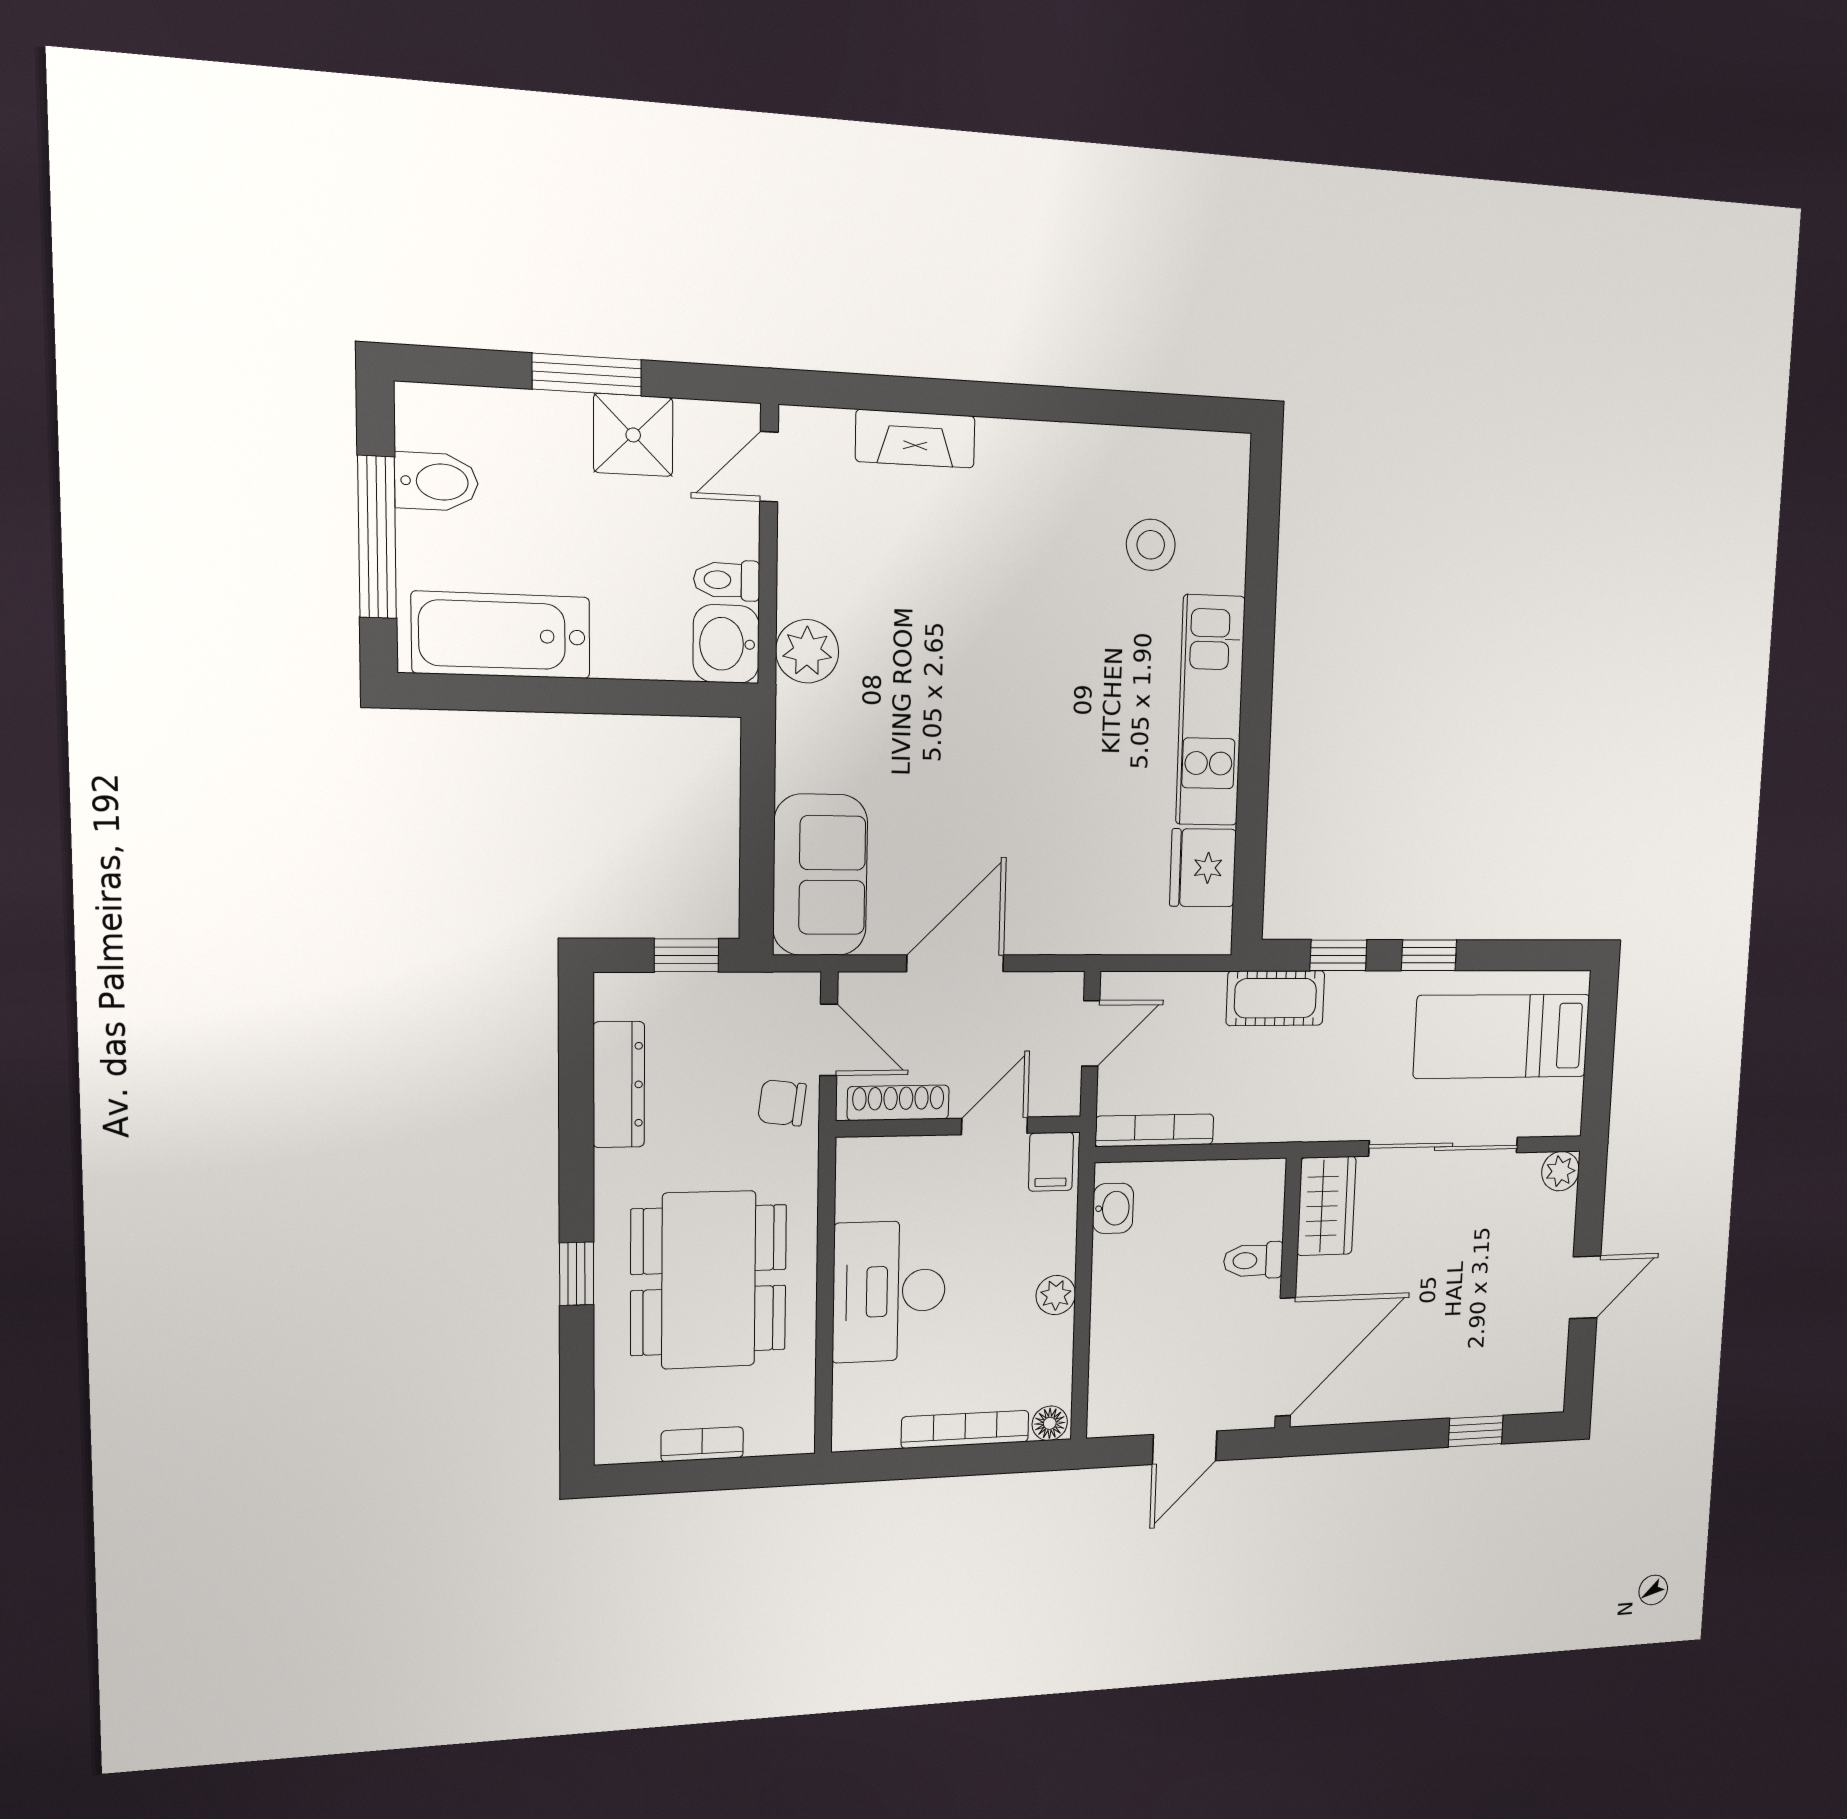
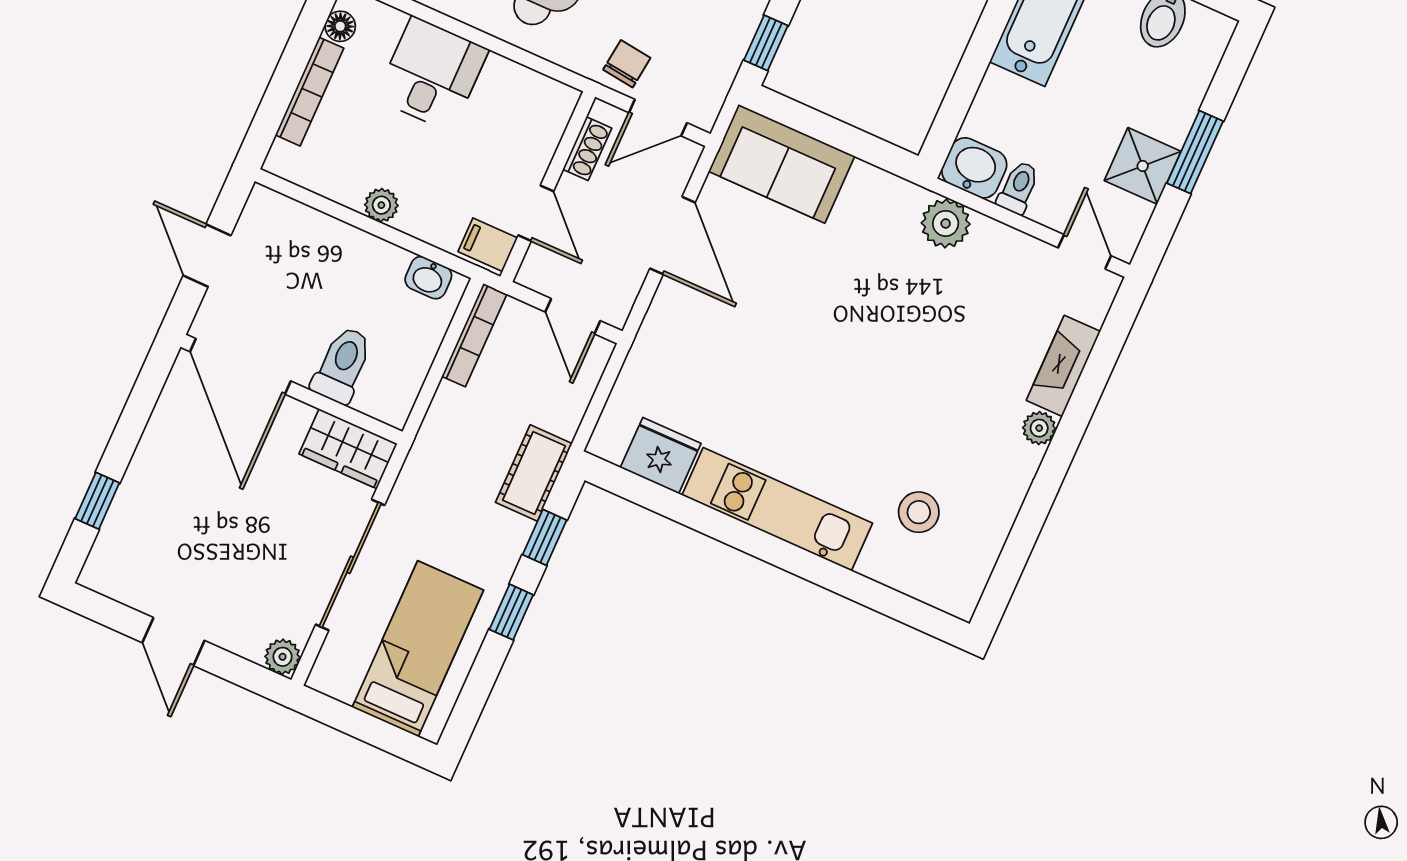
plant: (999, 439) -> (1039, 428), added
shoe rack: (898, 1103) -> (587, 149), width x0.70
toilet: (1253, 1260) -> (342, 365), width x1.37, depth x1.39
desk: (889, 1291) -> (432, 74), width x0.73
floor lamp: (1050, 1423) -> (340, 26), moved

